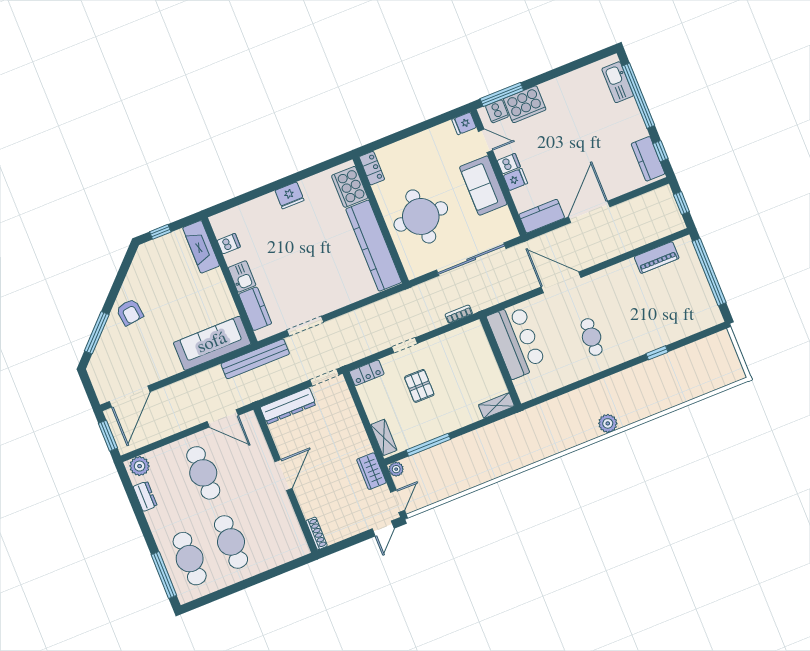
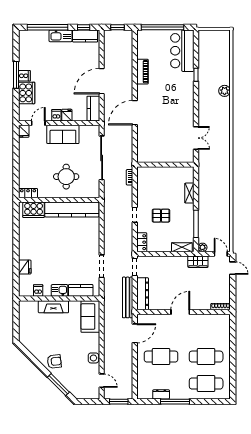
kitchen sink: (618, 82) -> (61, 36), moved
window: (502, 95) -> (16, 75), moved
cooker: (497, 111) -> (24, 76), moved
fridge: (290, 195) -> (25, 267), moved
door: (589, 212) -> (102, 81), hinge flipped
round table: (421, 216) -> (66, 177), width x0.73, depth x0.73
window: (160, 232) -> (16, 326), removed
fireplace: (201, 247) -> (53, 307), moved
piano: (657, 258) -> (142, 72), moved
cafe table: (592, 337) -> (172, 108), removed
bar counter: (516, 341) -> (182, 51), moved, turned -90
sofa: (212, 343) -> (90, 317), width x0.73
bench: (255, 359) -> (128, 297), moved
side table: (159, 370) -> (93, 358), added
double door: (560, 392) -> (196, 138), added
door: (130, 397) -> (102, 381), width x0.53
shelving: (496, 406) -> (189, 193), moved
plant: (608, 423) -> (225, 91), moved
plant: (140, 466) -> (143, 391), removed
door: (284, 475) -> (180, 312), hinge flipped
window: (164, 575) -> (175, 402), moved

